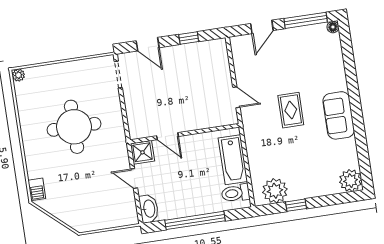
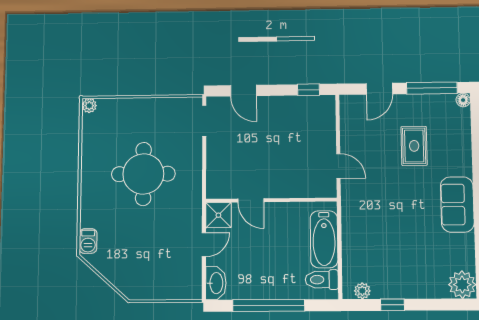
window: (189, 38) -> (308, 90), moved
rug: (291, 110) -> (414, 146), moved
door: (134, 179) -> (204, 245), swing flipped
plant: (275, 191) -> (362, 291), width x0.53, depth x0.53

